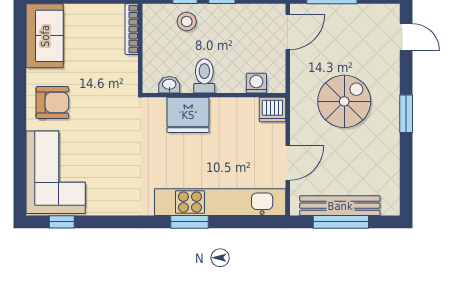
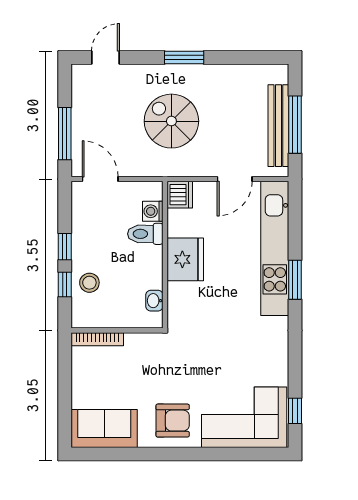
toilet: (204, 76) -> (145, 234), moved
armchair: (52, 103) -> (173, 421), turned 90
fridge: (188, 115) -> (185, 259), moved
door: (288, 163) -> (235, 179), swing flipped

